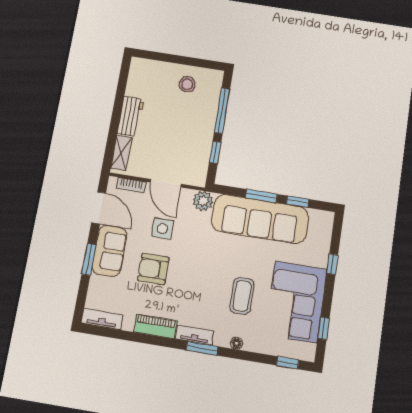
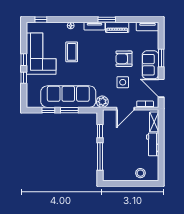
stool: (187, 84) -> (140, 173), moved
door: (166, 183) -> (125, 109), swing flipped
armchair: (153, 269) -> (124, 59), turned 180
window: (324, 328) -> (24, 60), moved
window: (202, 348) -> (107, 20), moved

